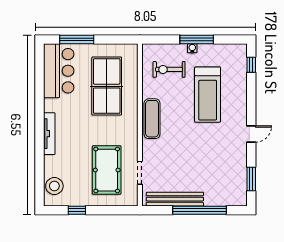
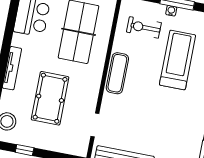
treadmill: (208, 95) -> (178, 60), turned 180
pool table: (107, 170) -> (50, 98), moved

